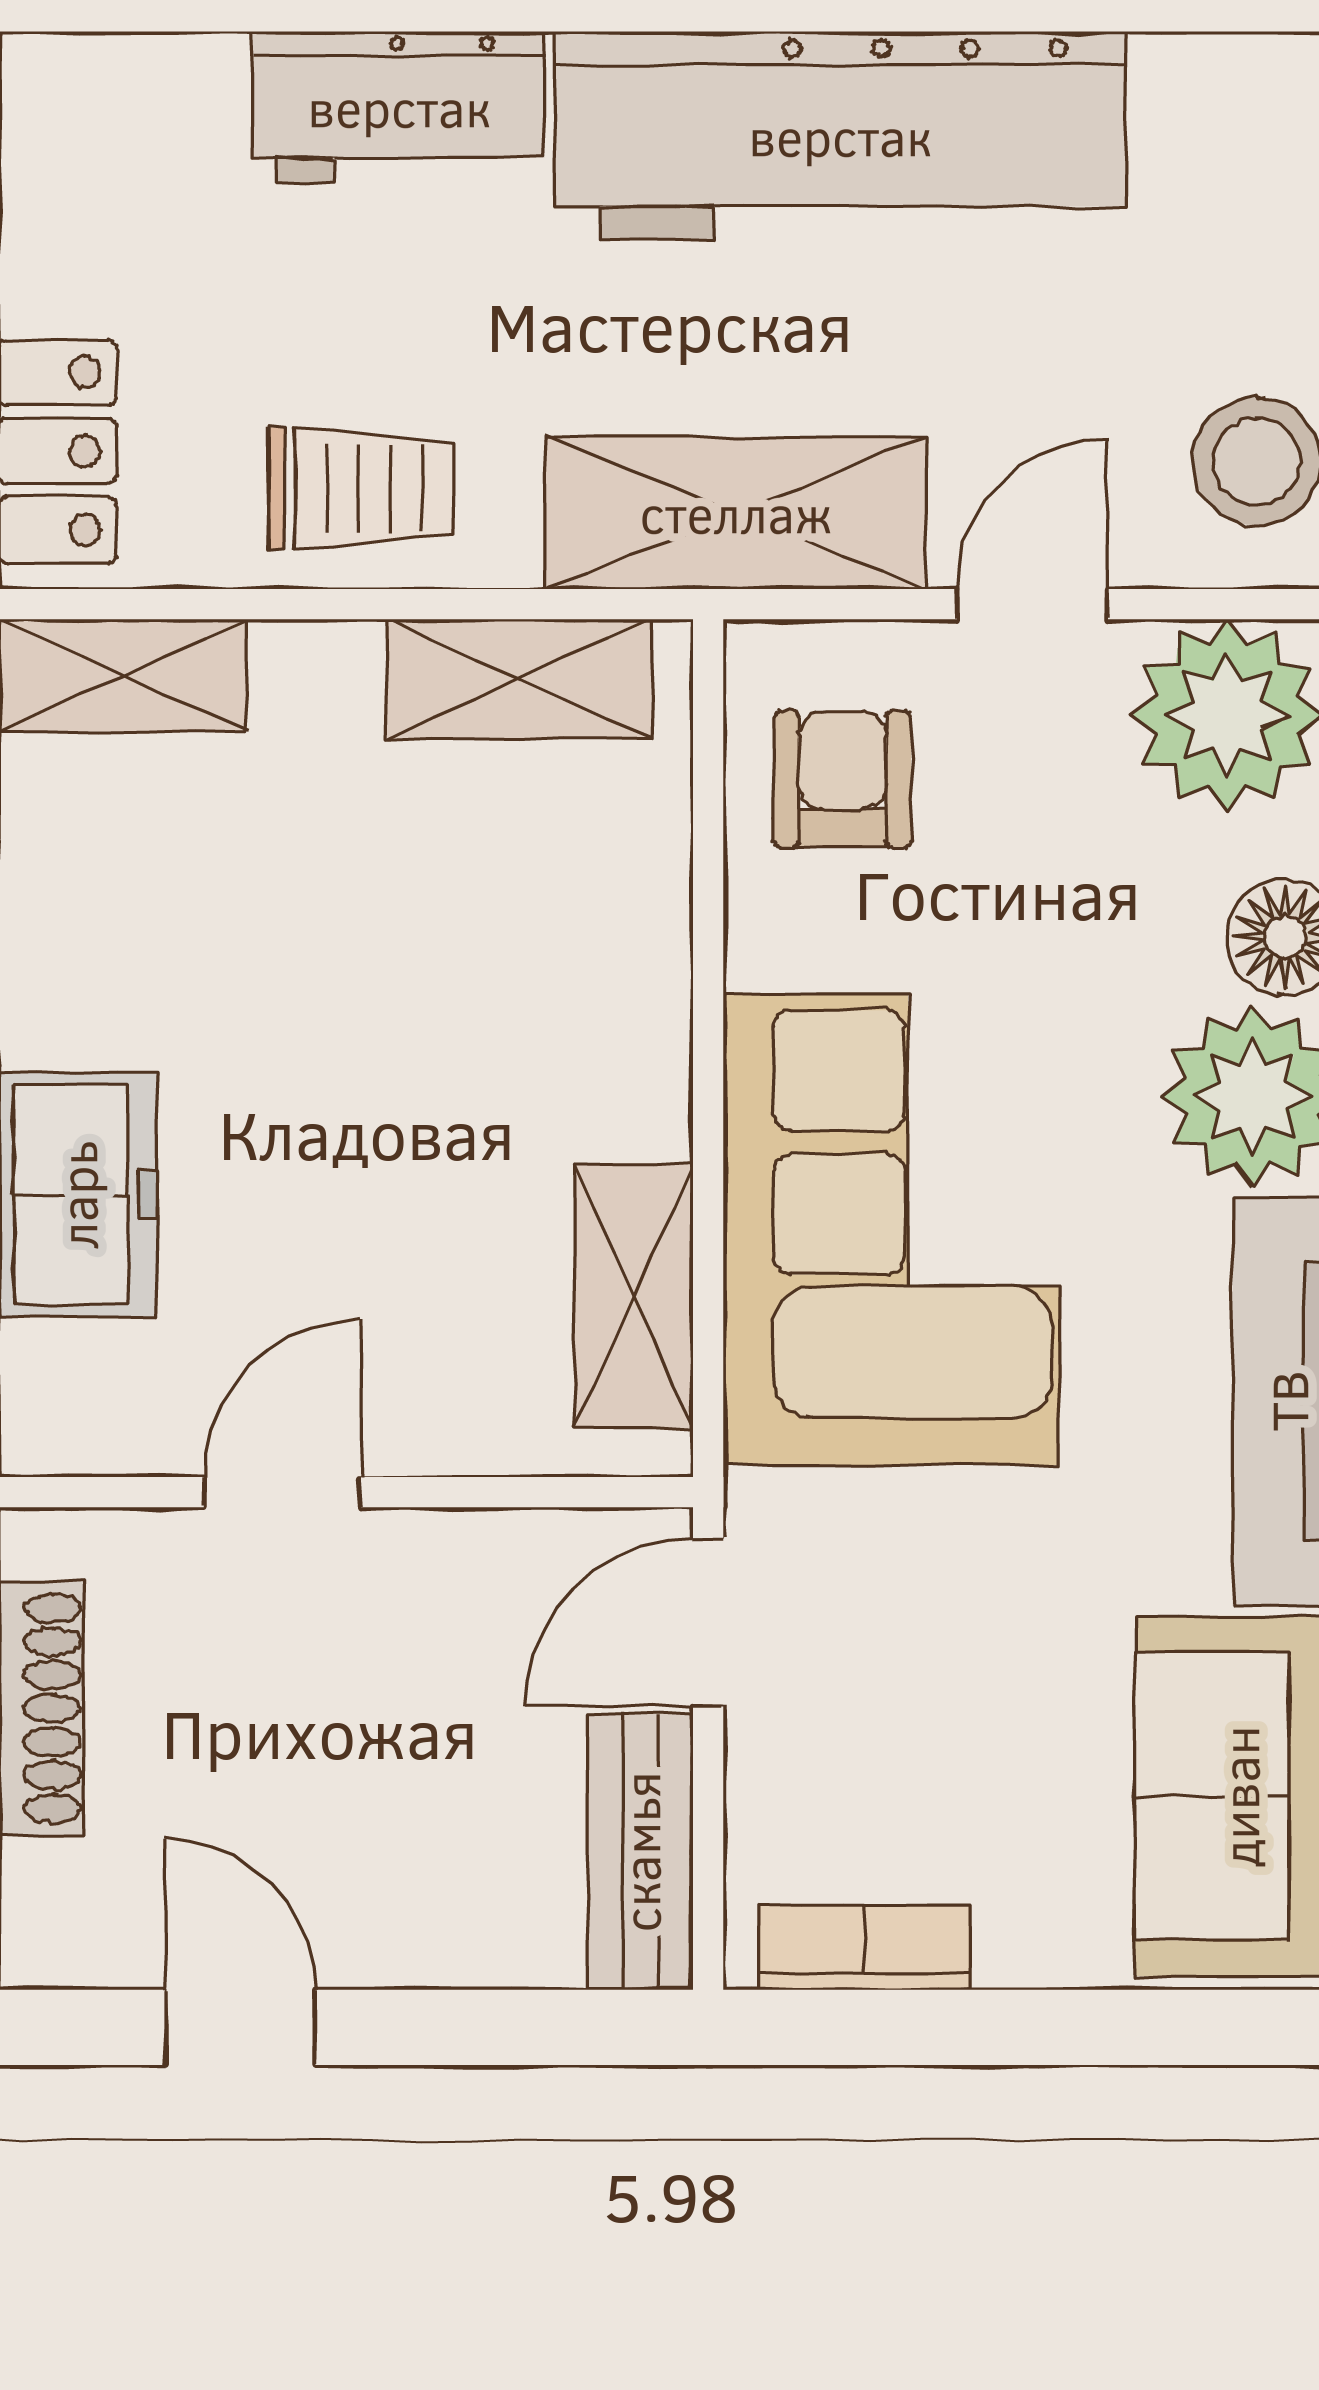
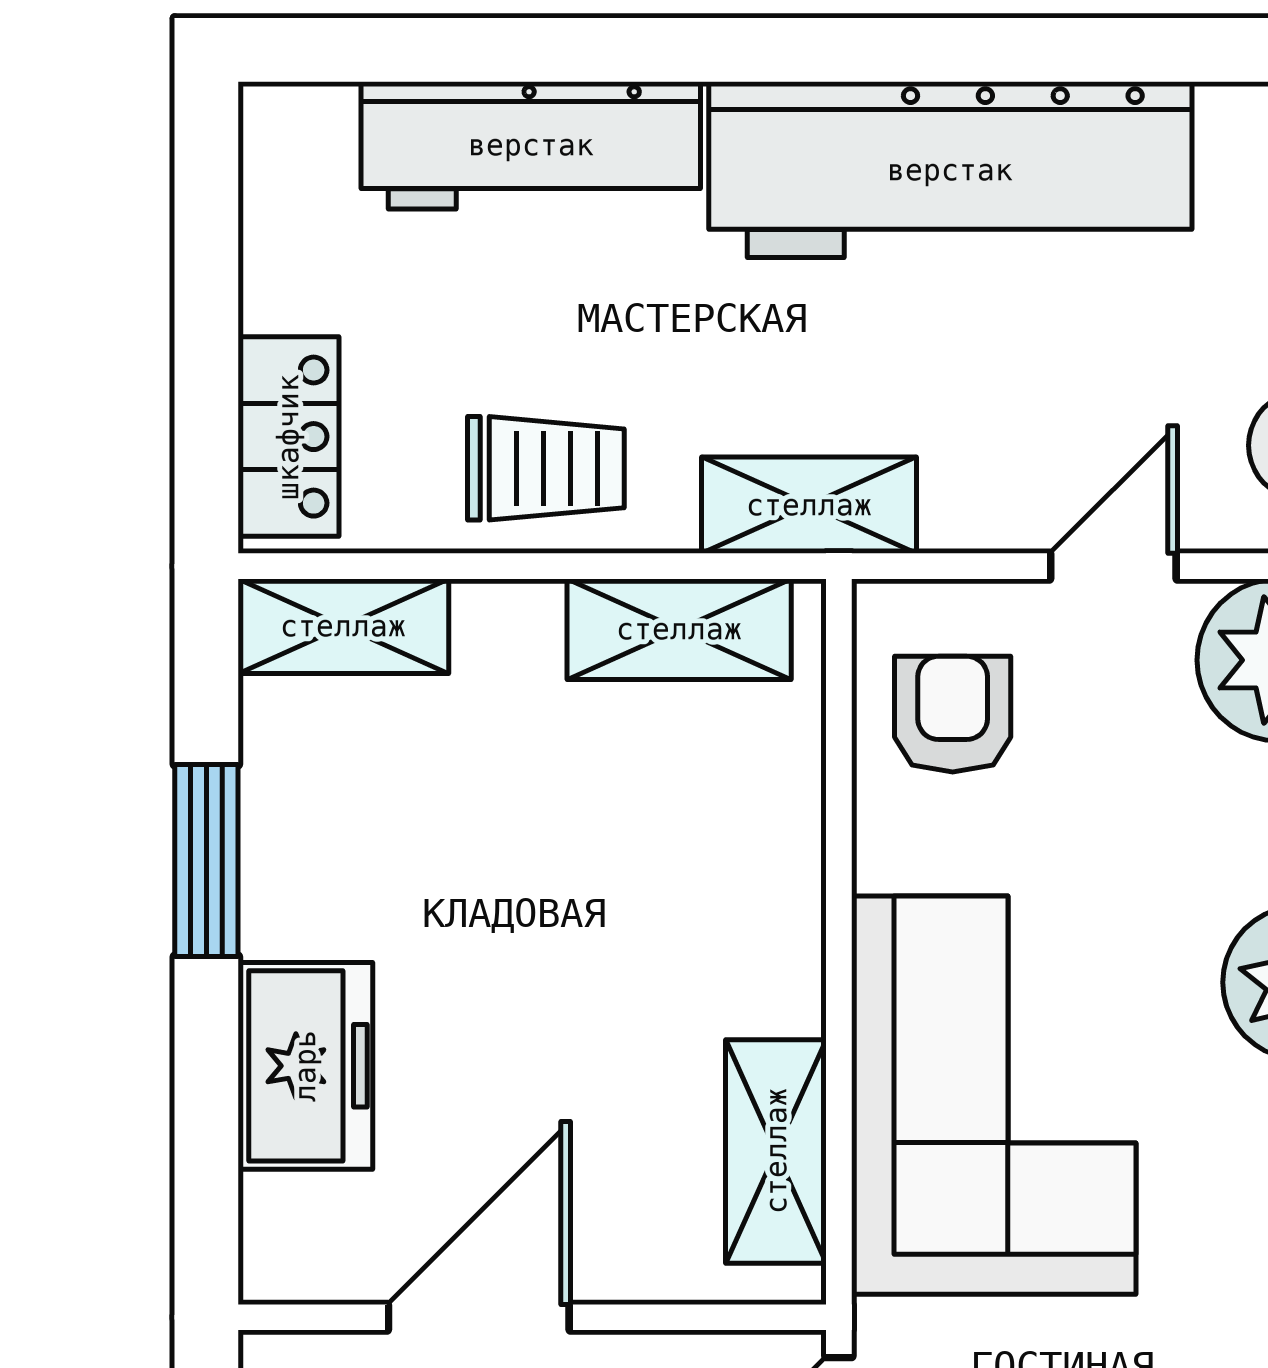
workbench: (399, 107) -> (531, 145), width x1.38
shelving: (736, 513) -> (809, 505), width x0.67, depth x0.75
door: (282, 1492) -> (479, 1317), width x1.38

